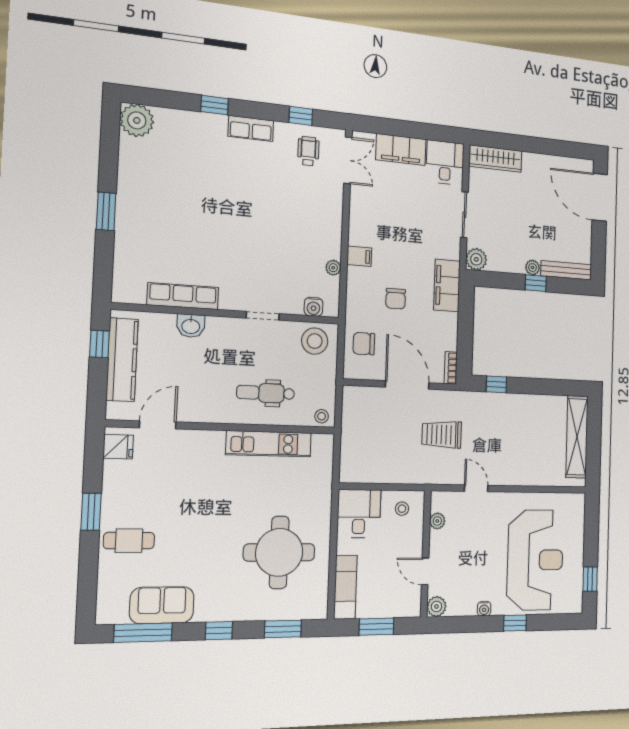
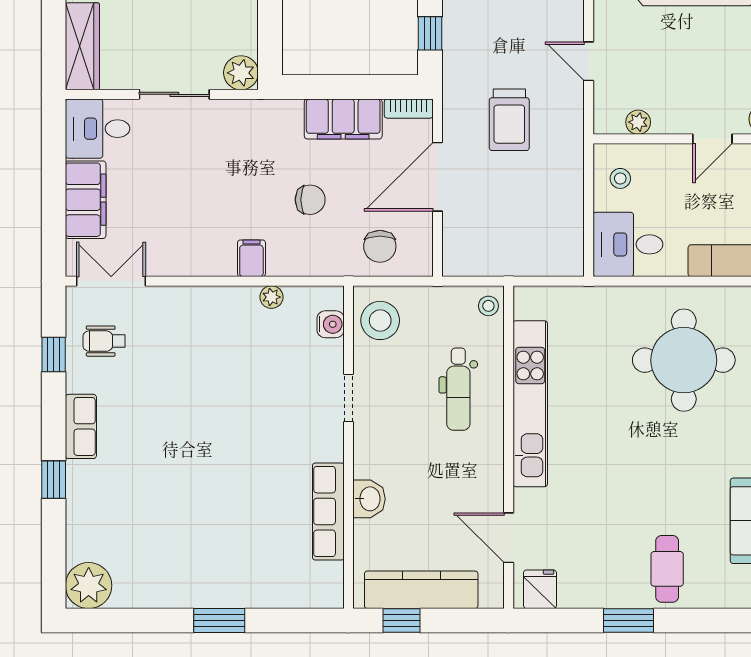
filing cabinet: (447, 285) -> (343, 119), moved
kitchen unit: (269, 444) -> (530, 404), width x1.36
door: (476, 488) -> (589, 61), hinge flipped

